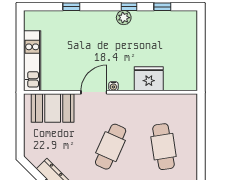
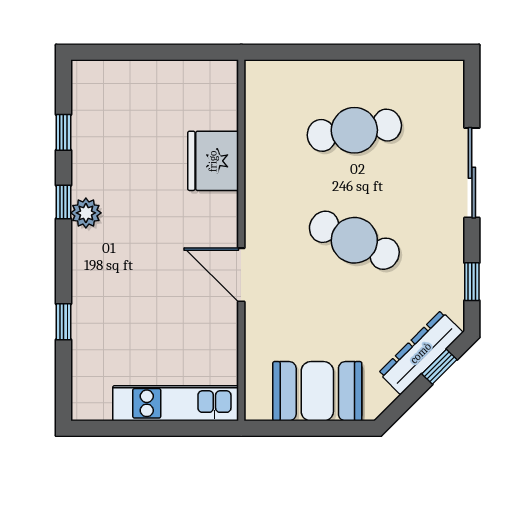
water cooler: (113, 86) -> (229, 234), removed
booth: (53, 108) -> (317, 391), moved, turned 90

